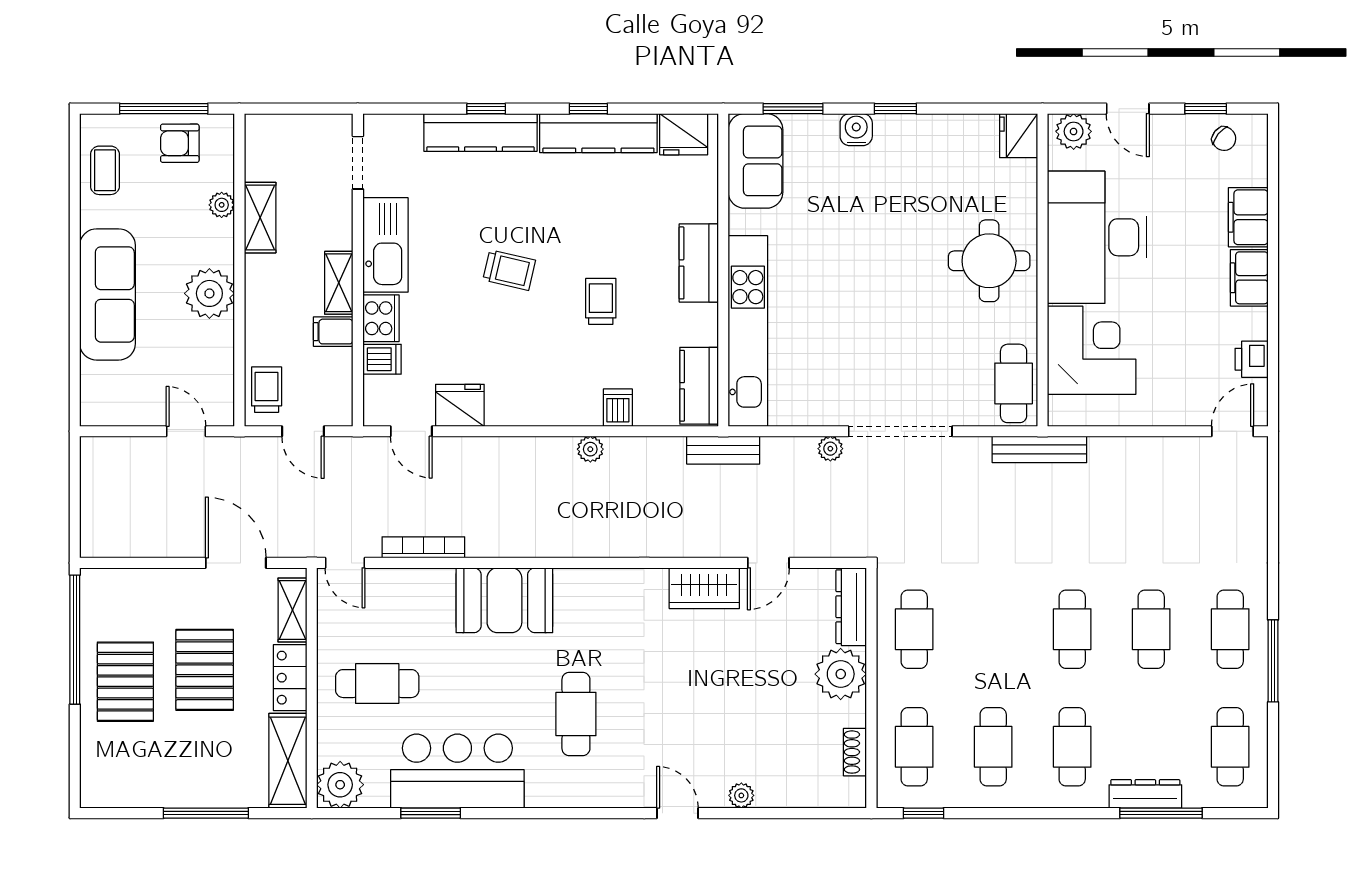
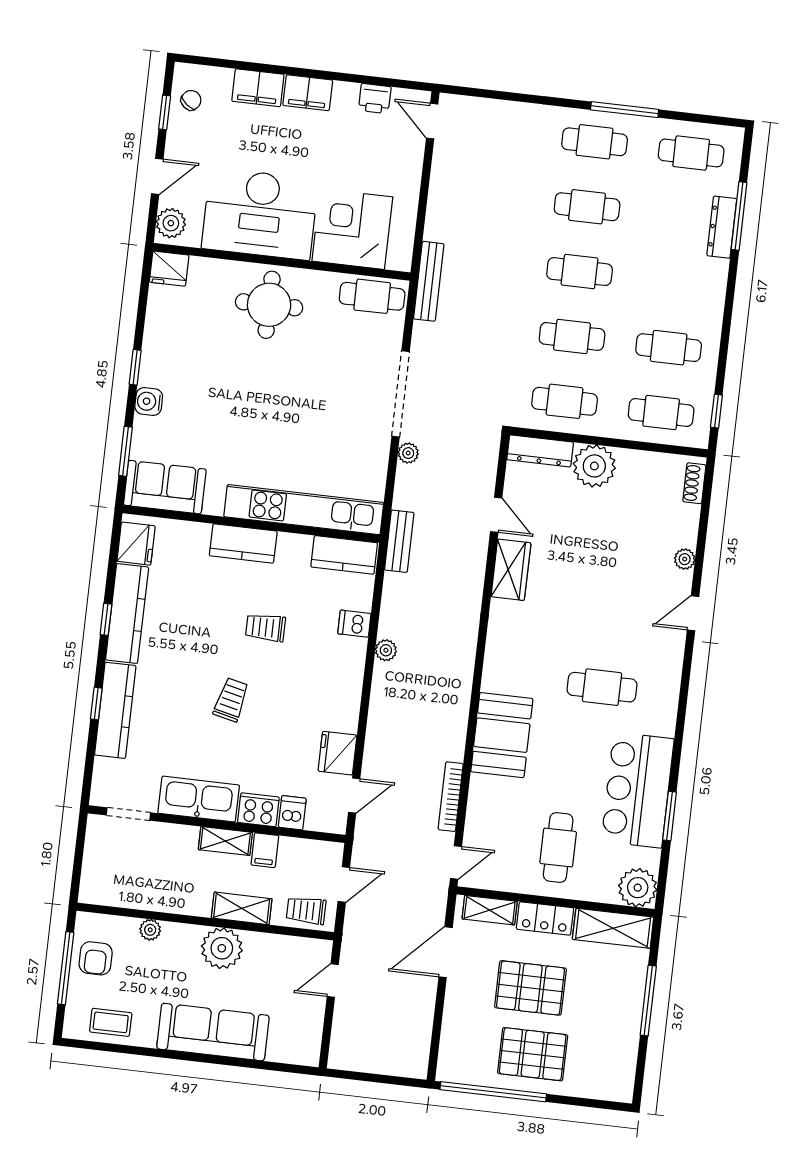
shelving: (260, 218) -> (242, 908), moved
cafe table: (1072, 747) -> (572, 336), moved
shoe rack: (855, 752) -> (694, 483), moved, turned 90

